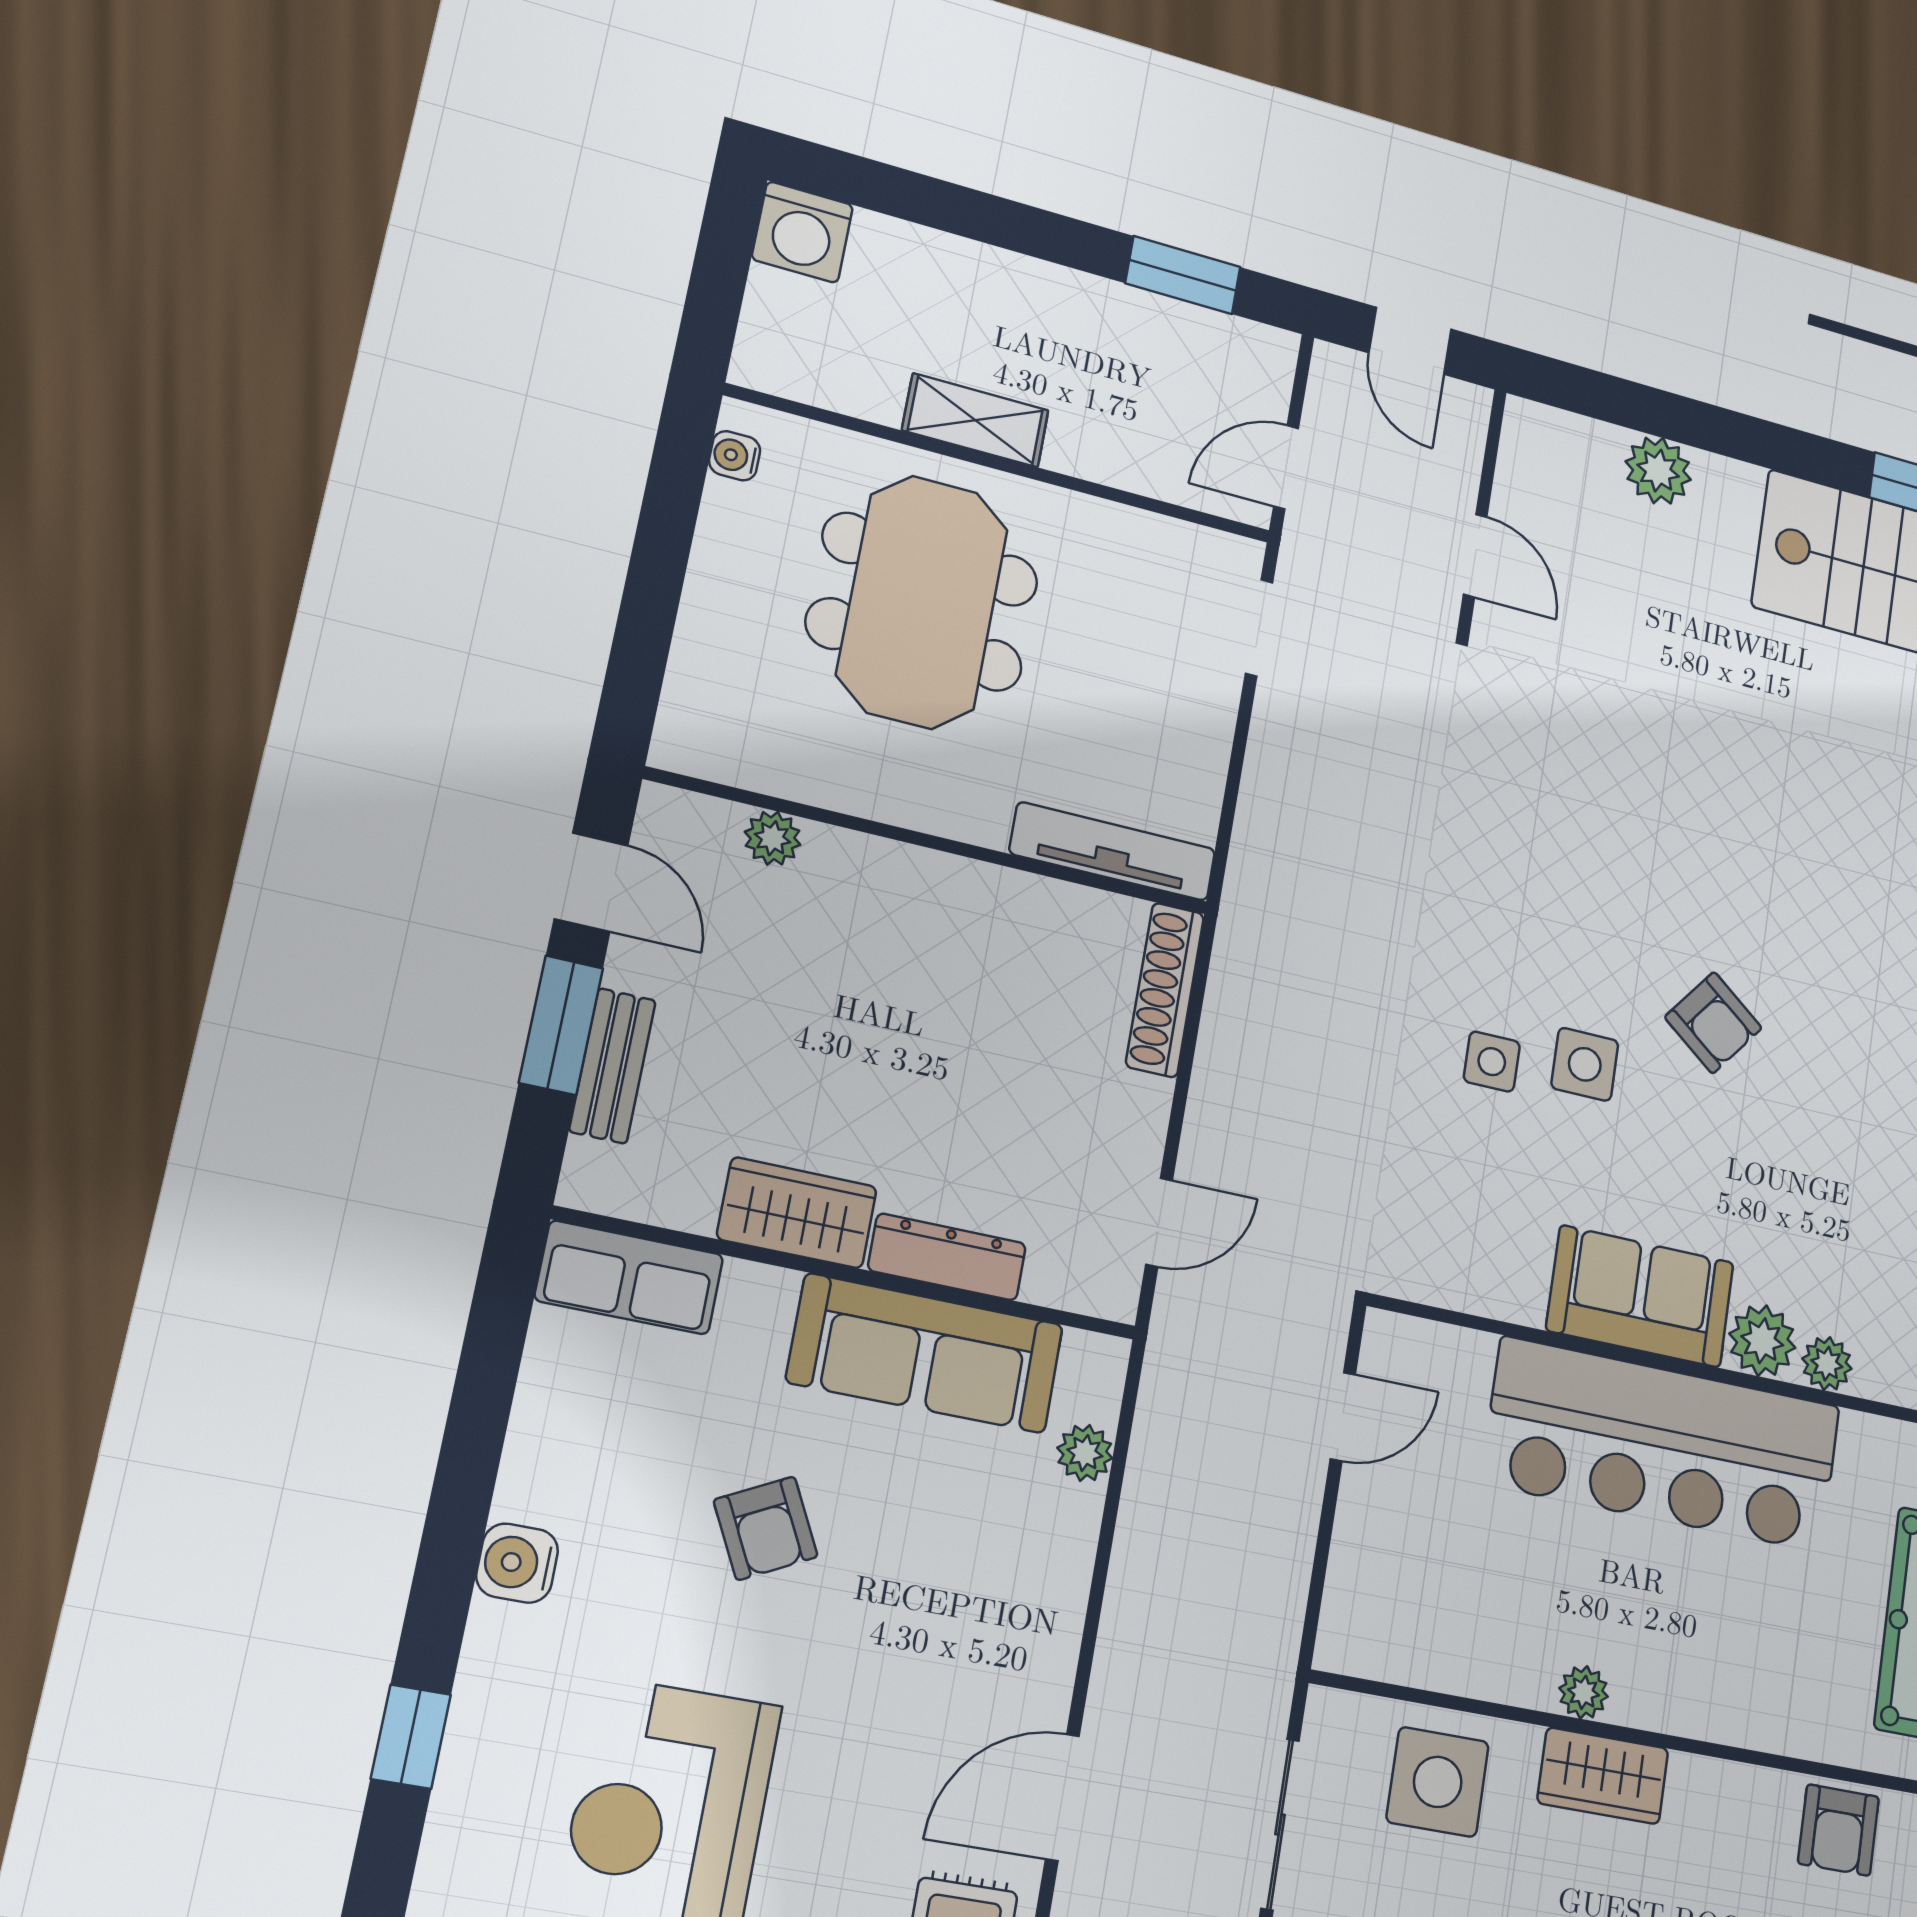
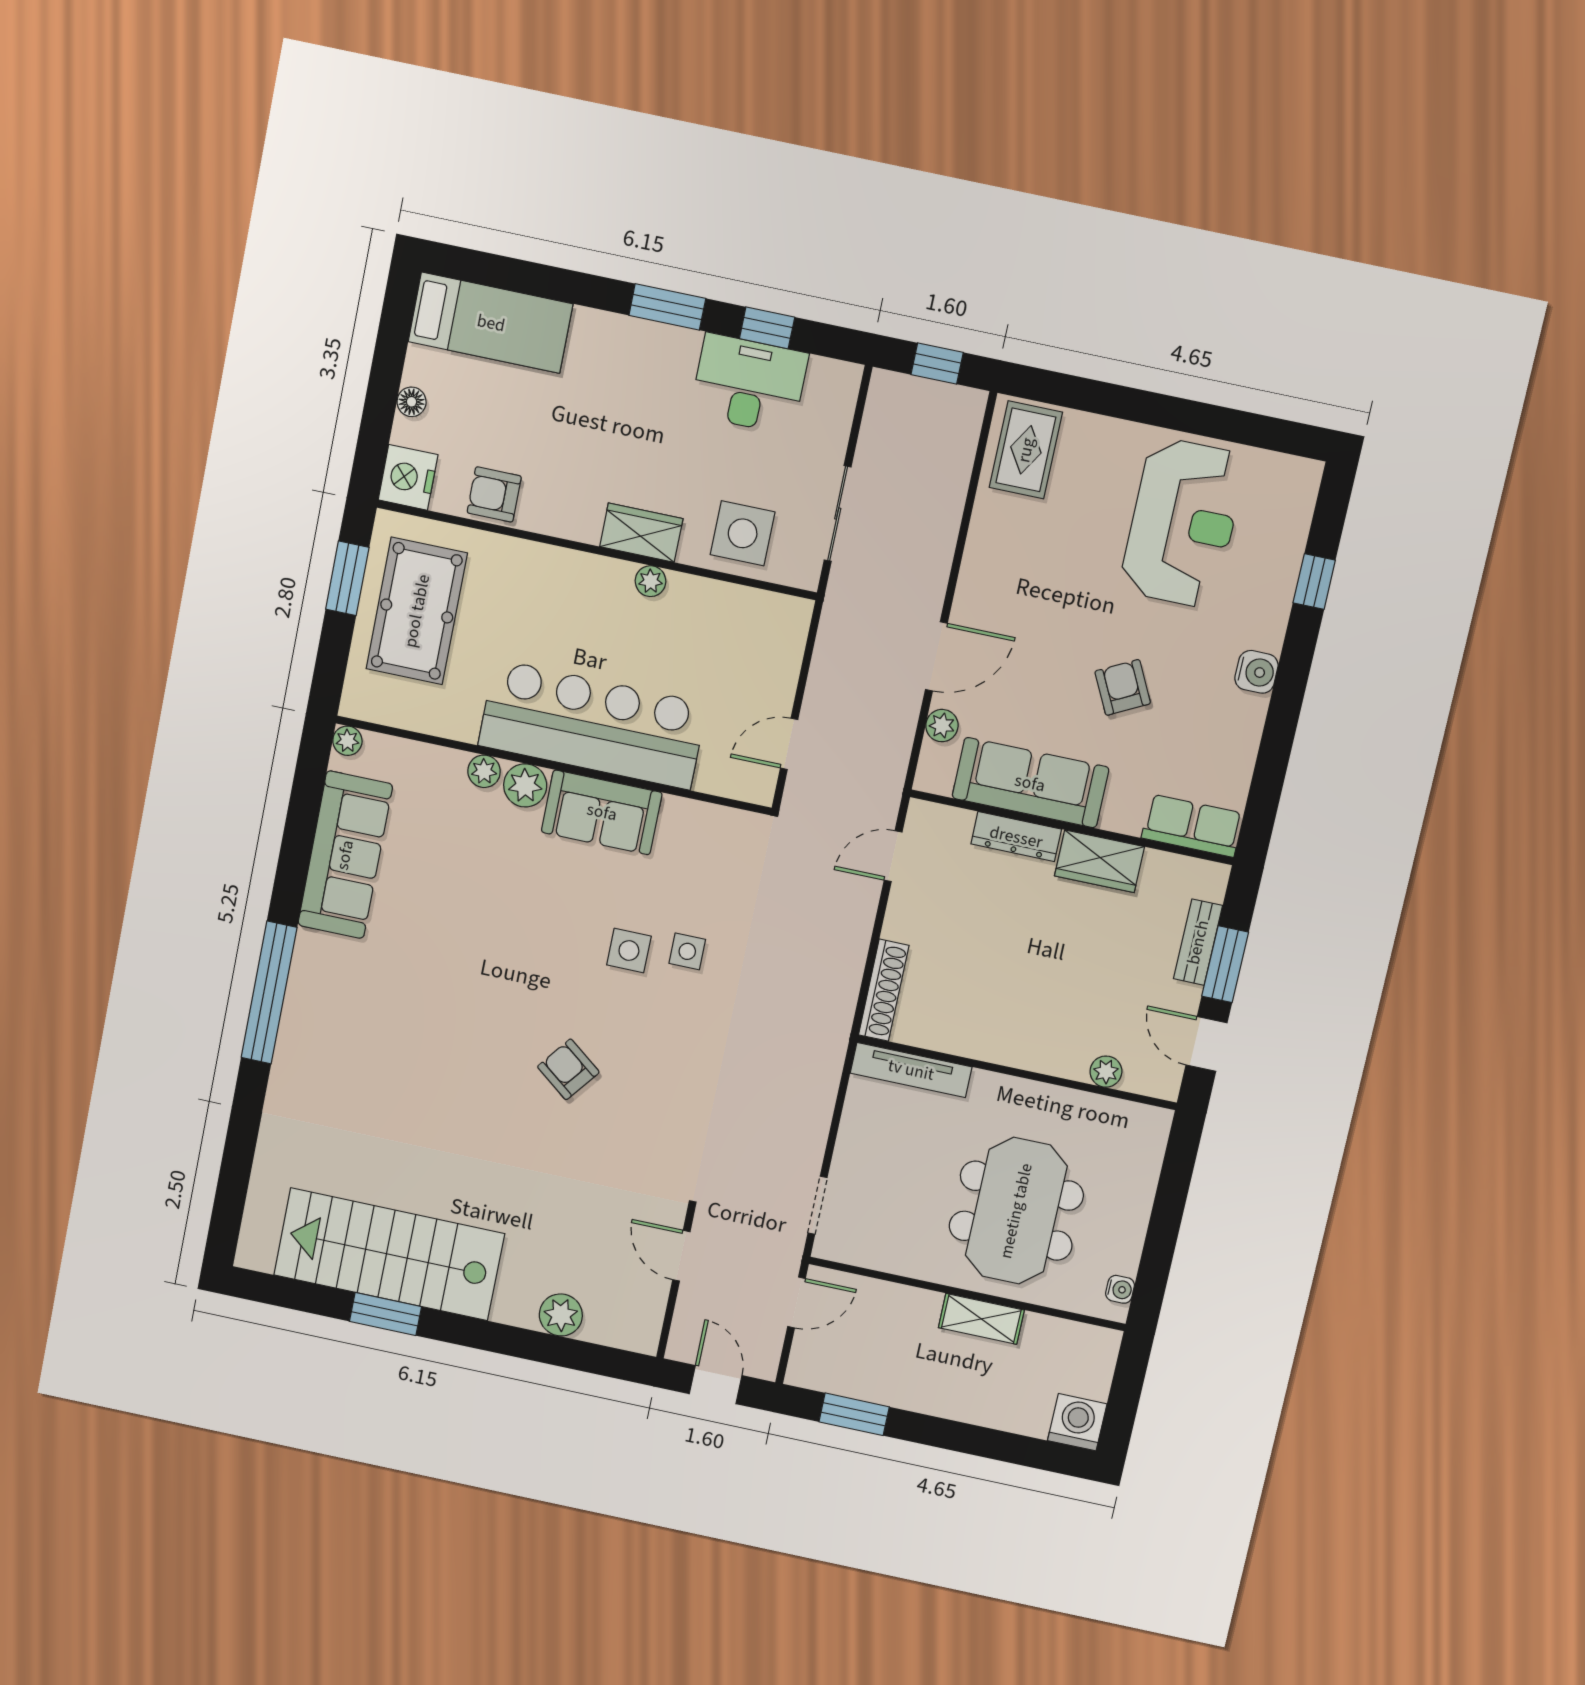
armchair: (1713, 1023) -> (568, 1069), moved
door: (1062, 1798) -> (936, 656), moved
armchair: (1839, 1830) -> (494, 494), turned -90

